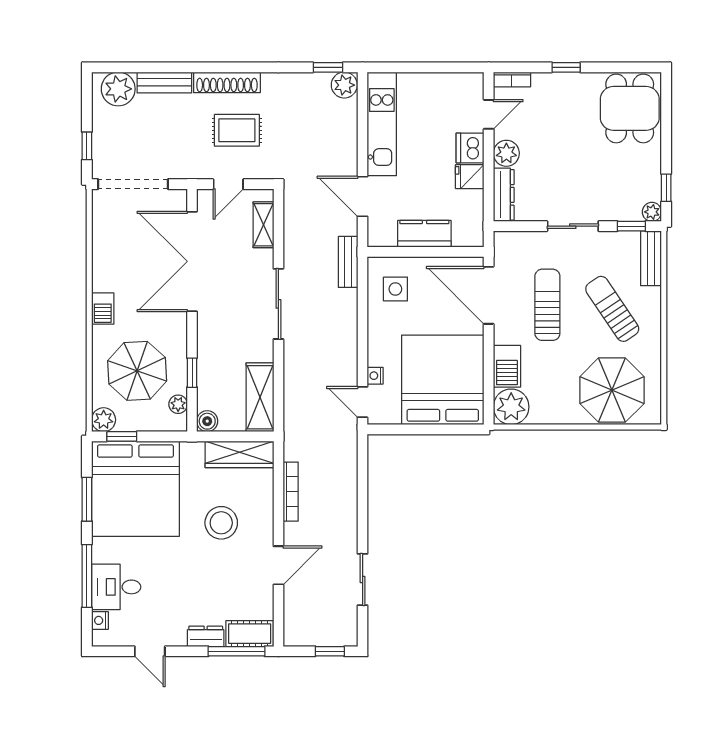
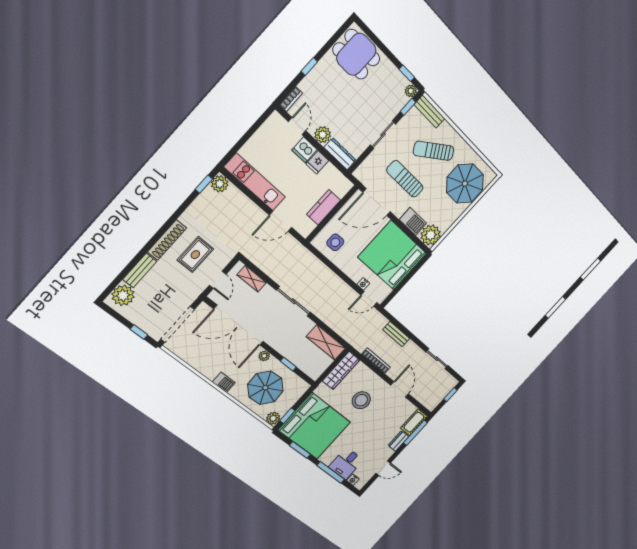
bench: (348, 262) -> (396, 334), moved
plant: (178, 404) -> (264, 356), moved
boiler: (207, 421) -> (315, 374), removed

